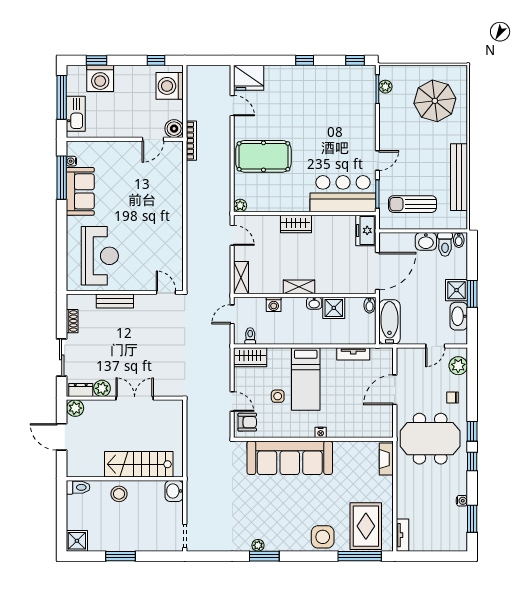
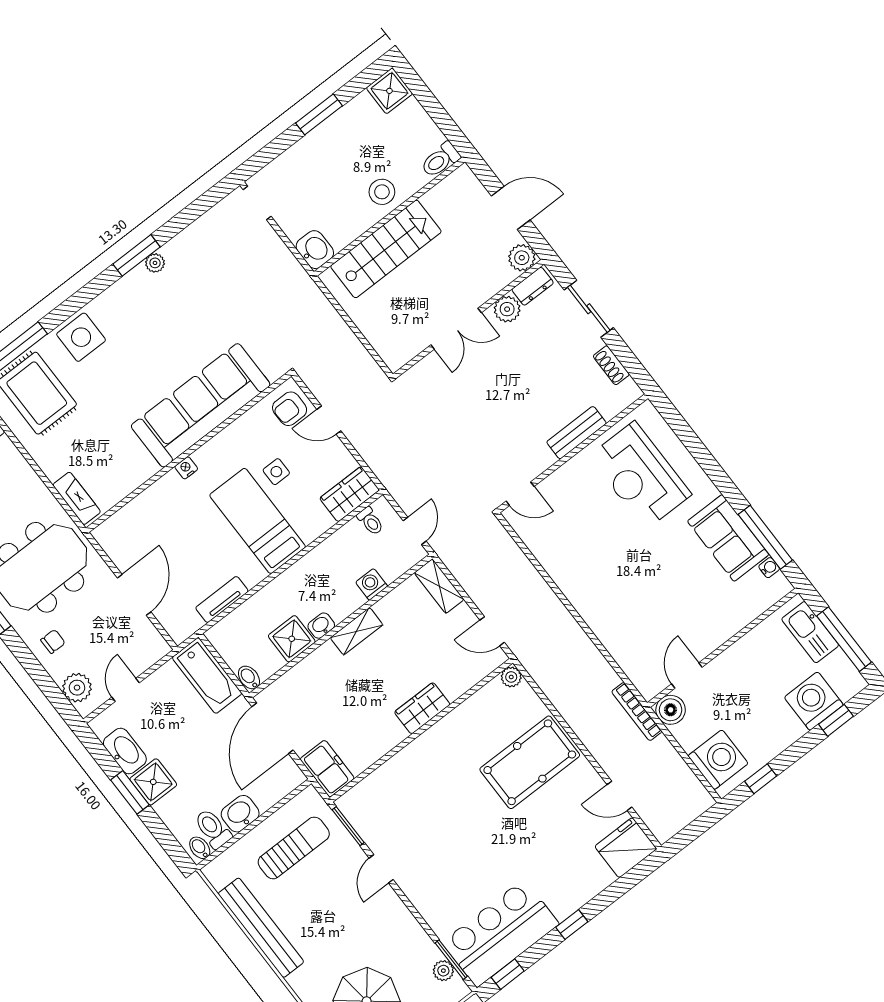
bar counter: (343, 194) -> (501, 933), moved, turned 180

